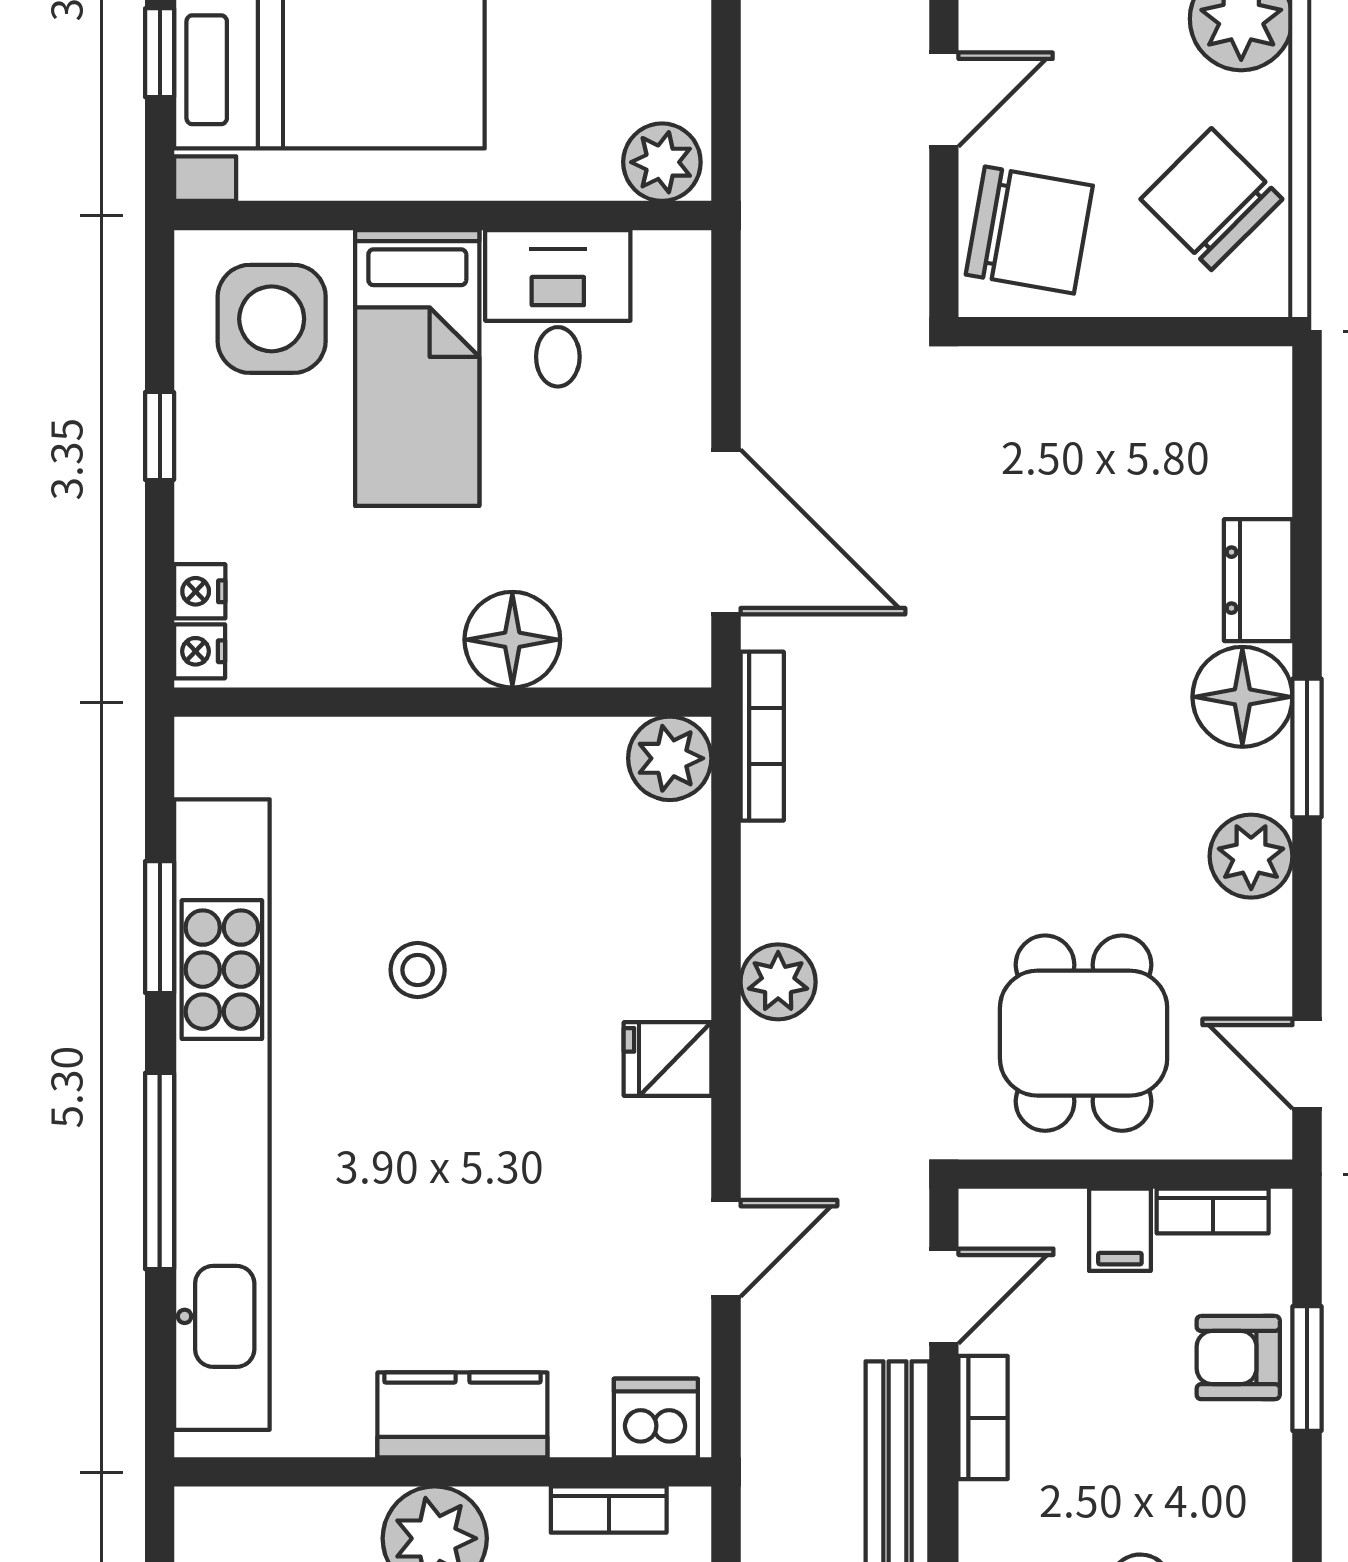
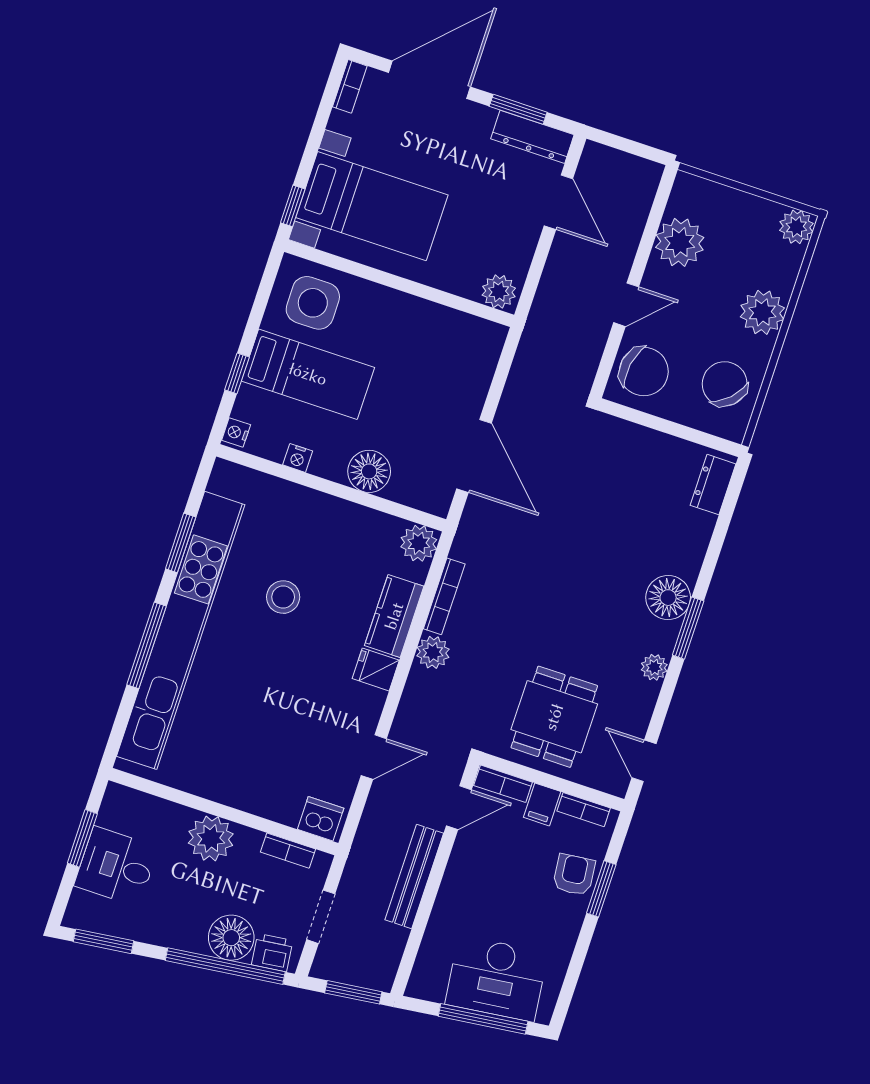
window: (160, 53) -> (293, 206), moved
desk: (558, 308) -> (435, 338), removed
bed: (417, 368) -> (308, 374), moved, turned -90
window: (160, 436) -> (237, 373), moved
dresser: (1258, 580) -> (713, 485), moved
nightstand: (200, 591) -> (298, 458), moved, turned -90
bookcase: (762, 736) -> (444, 596), moved
plant: (1251, 856) -> (654, 667), width x0.73, depth x0.73
stool: (418, 970) -> (283, 597), width x1.37, depth x1.37
armchair: (1238, 1358) -> (574, 875), turned 84
kitchen counter: (462, 1415) -> (394, 616), moved, turned -90
bookcase: (983, 1418) -> (503, 784), moved, turned 90

